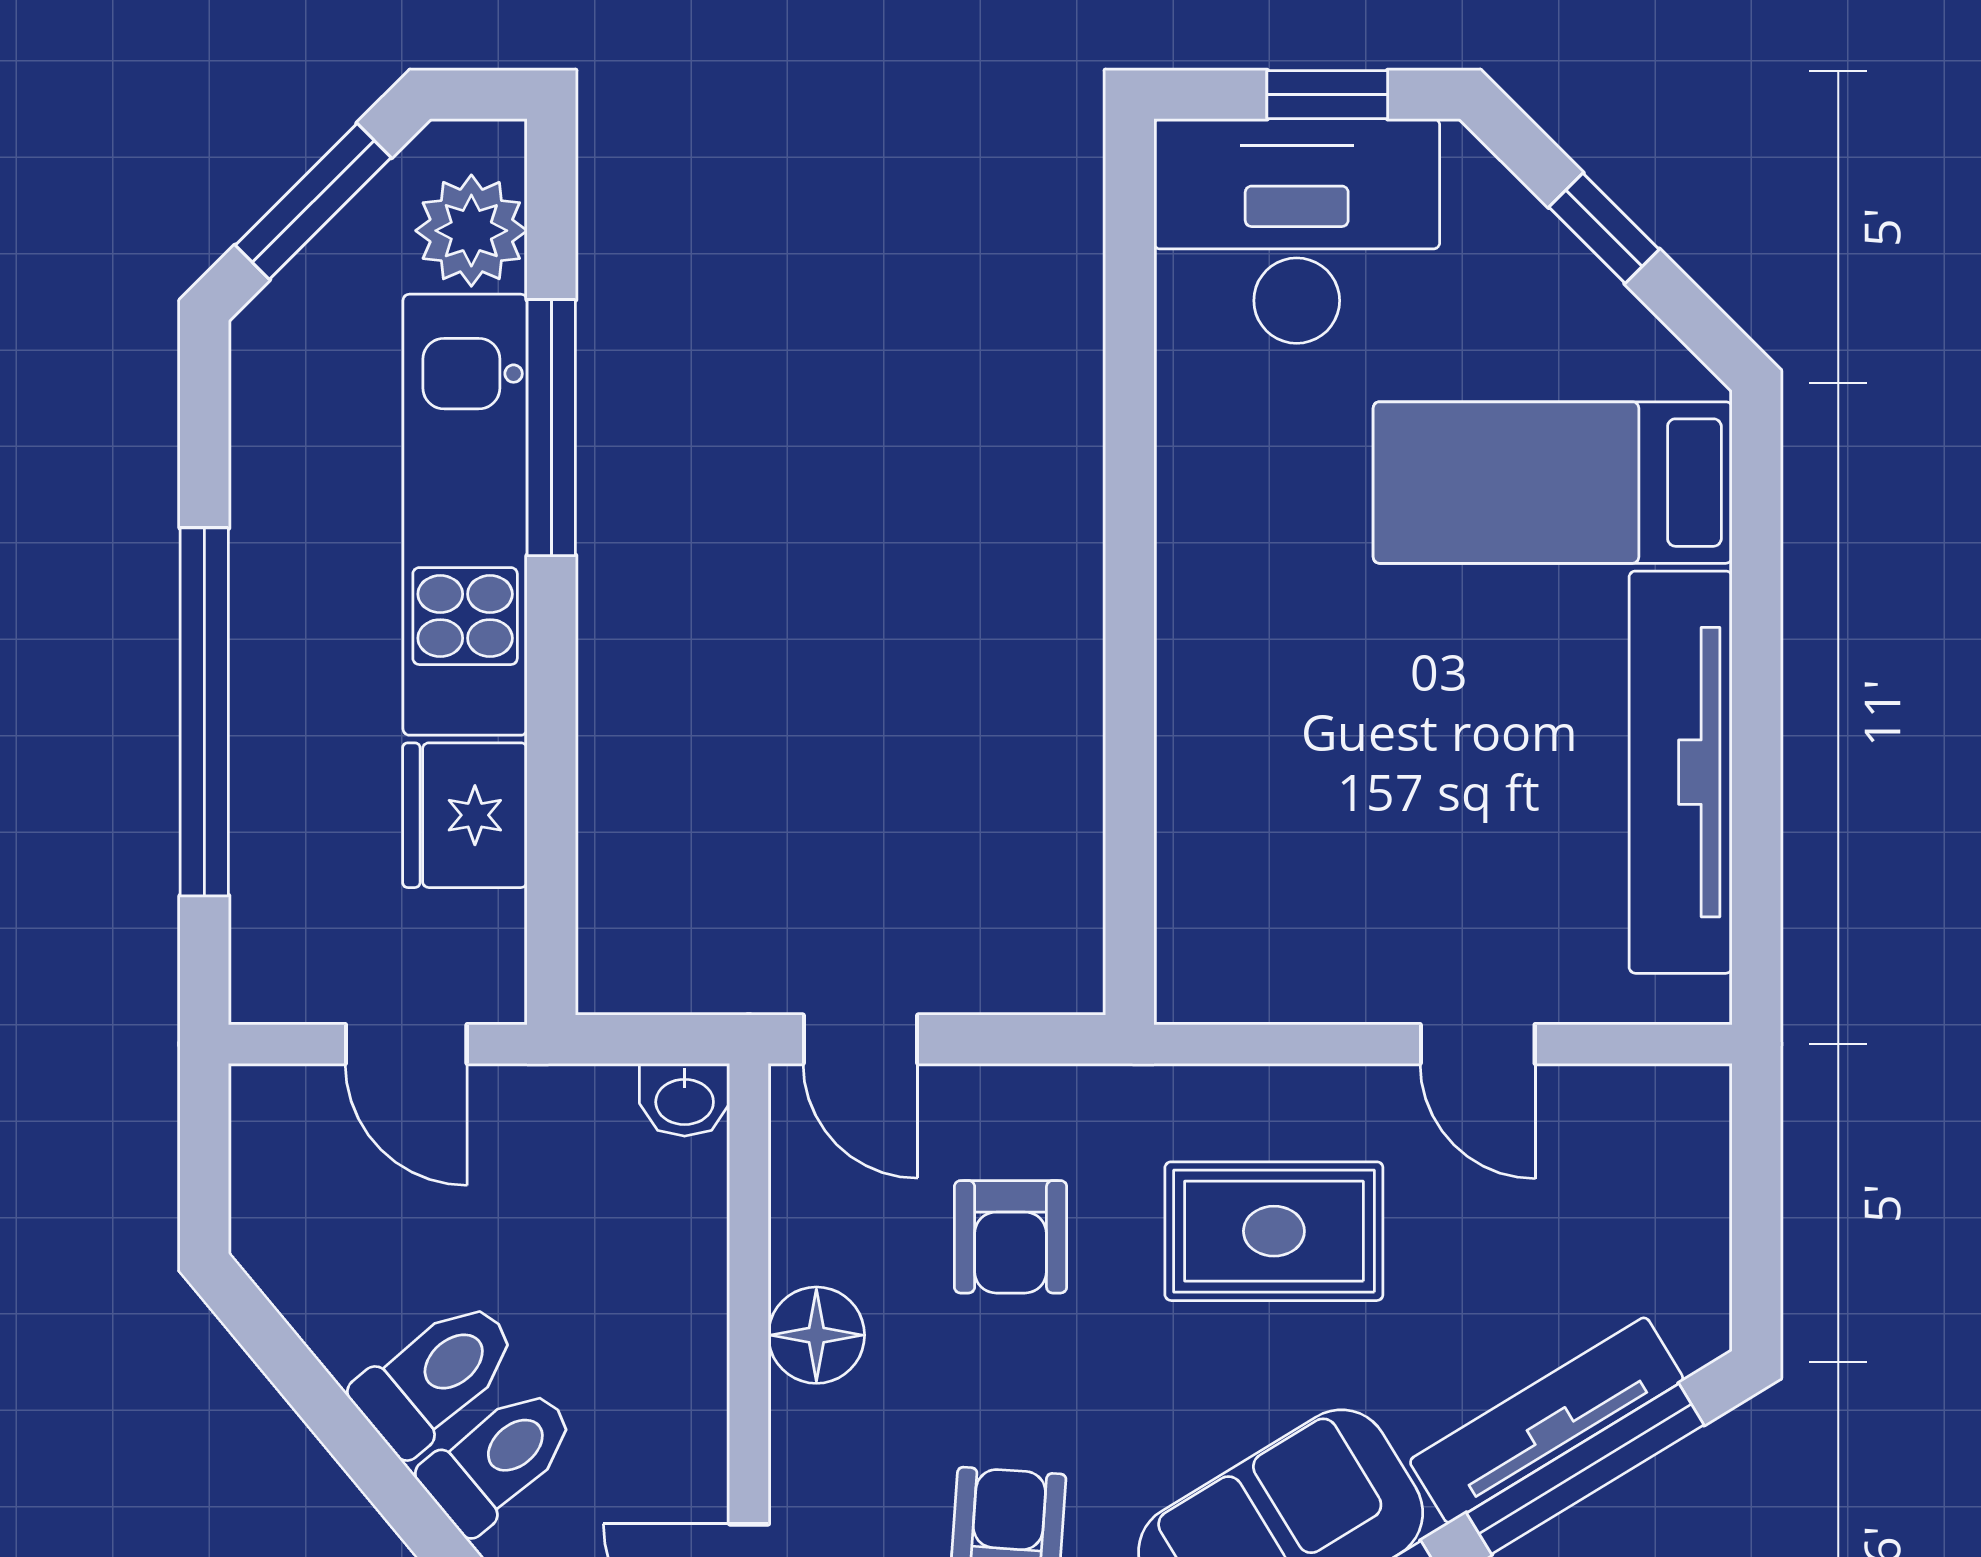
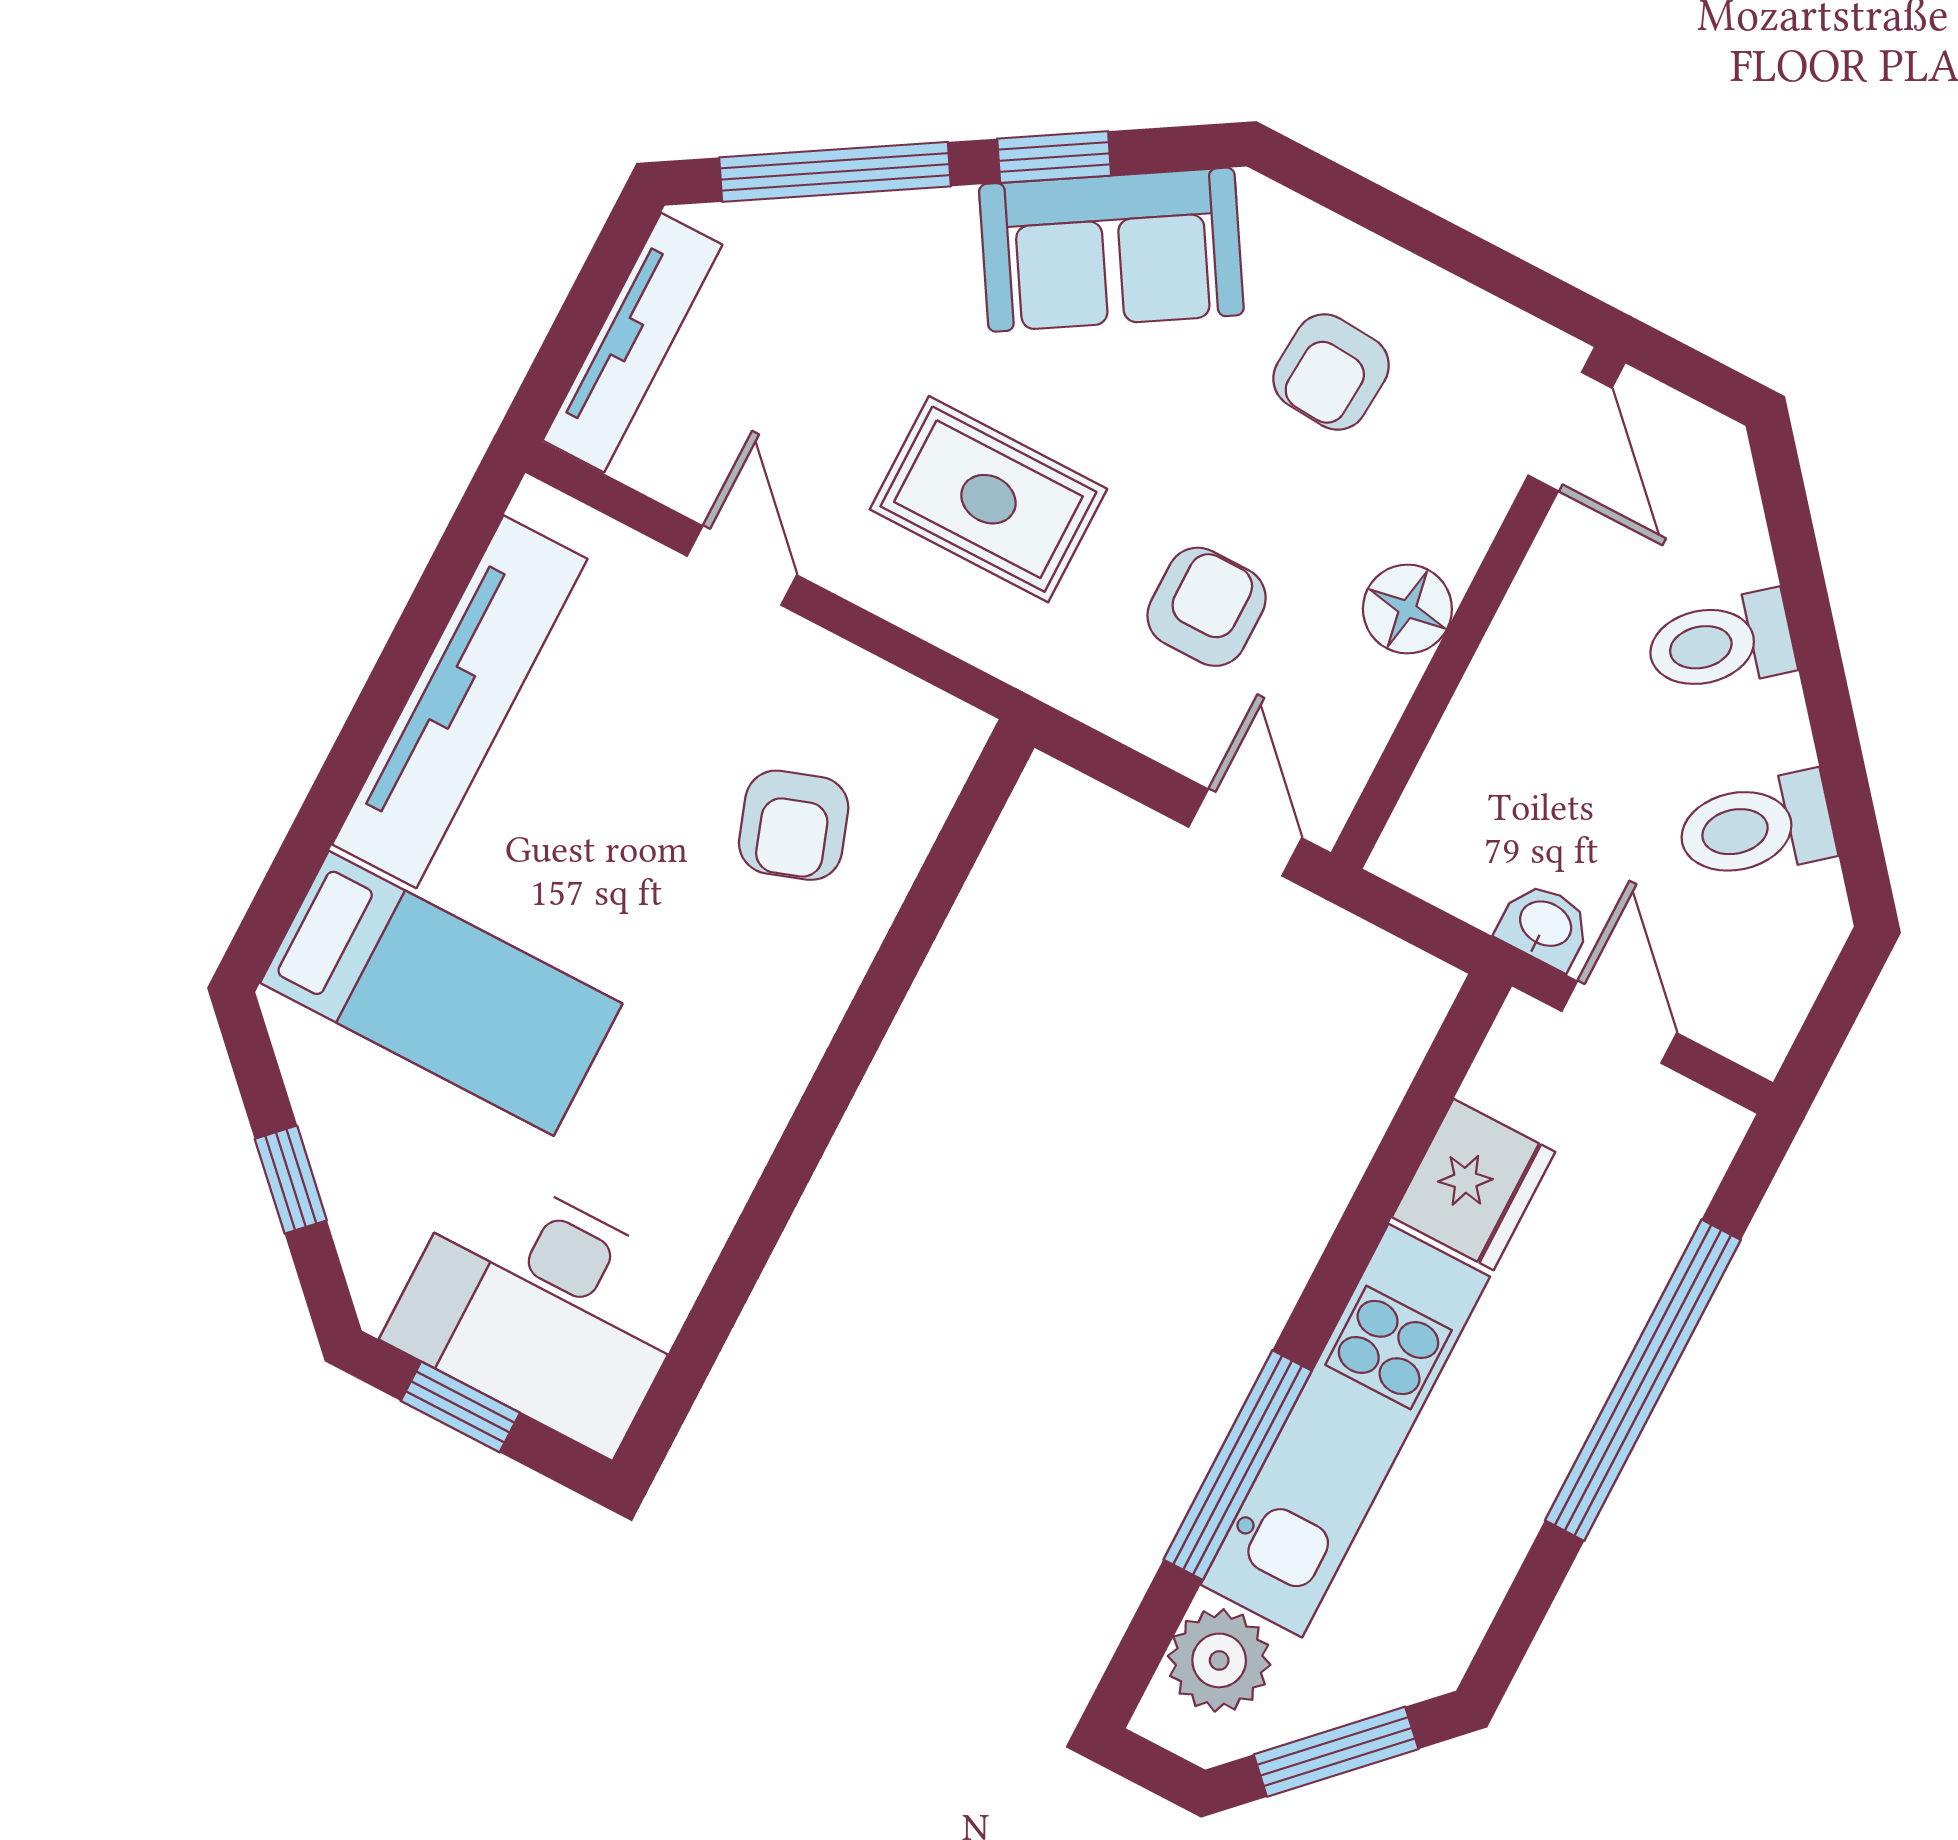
armchair: (1298, 820) -> (794, 825), added
washbasin: (685, 1100) -> (1545, 925), moved
toilet: (436, 1376) -> (1756, 827), moved
tv unit: (1547, 1420) -> (632, 343), moved, turned -59

